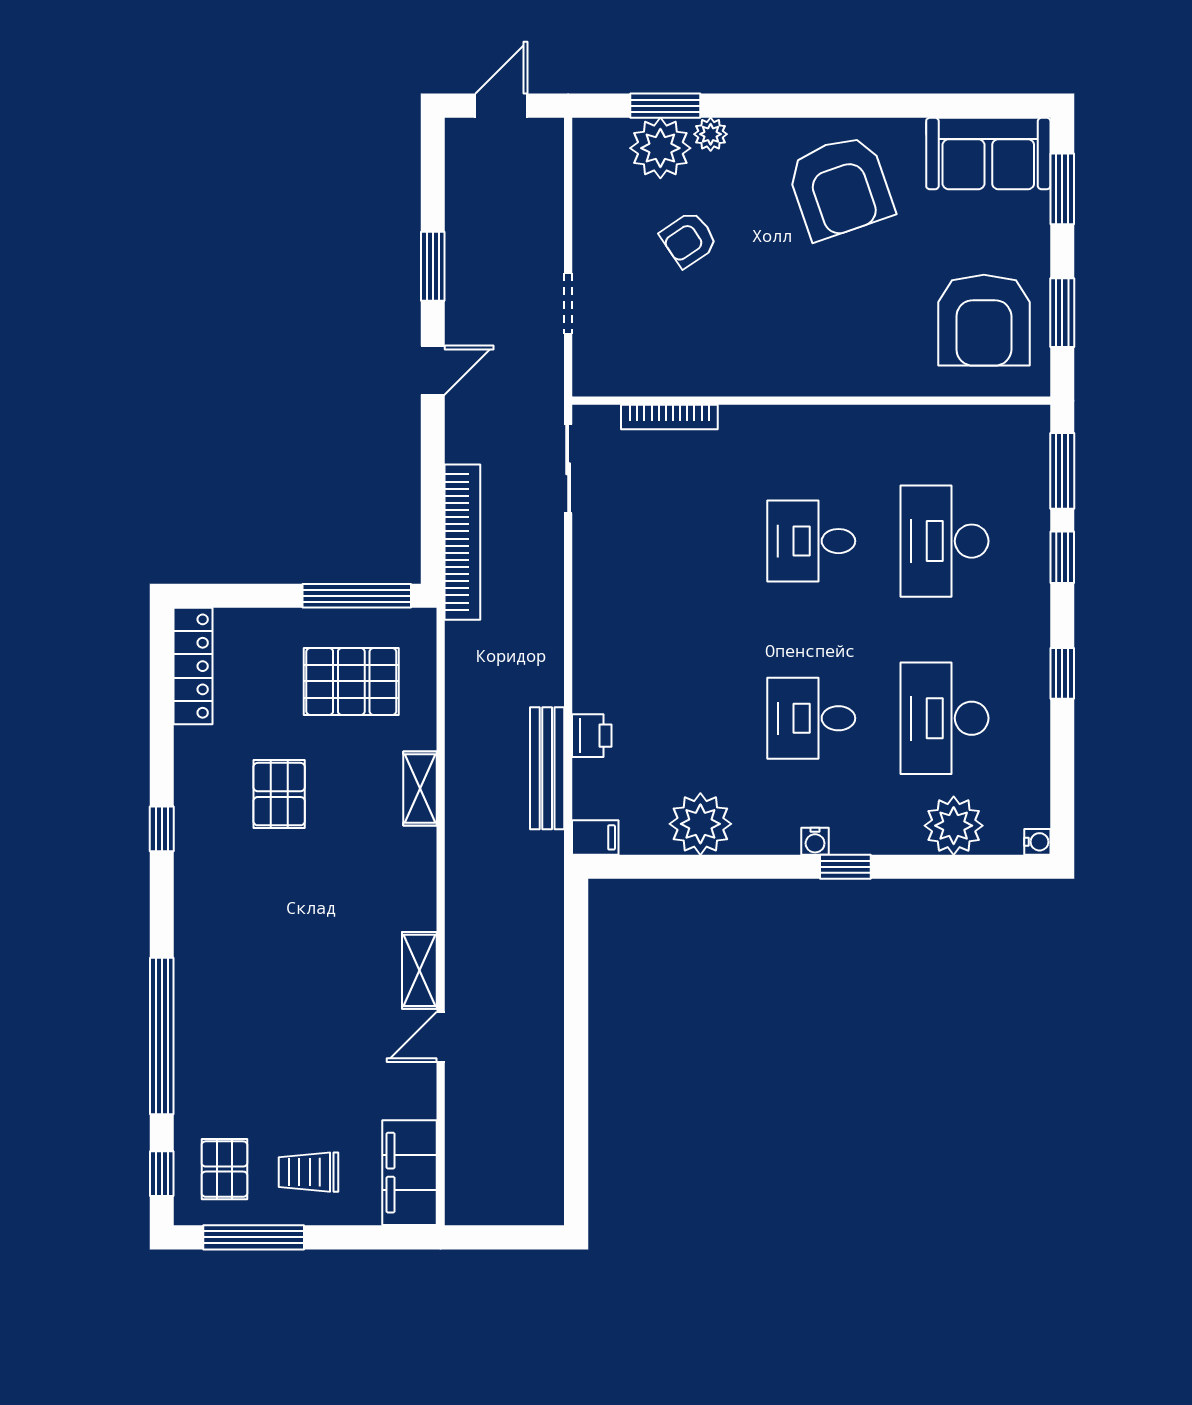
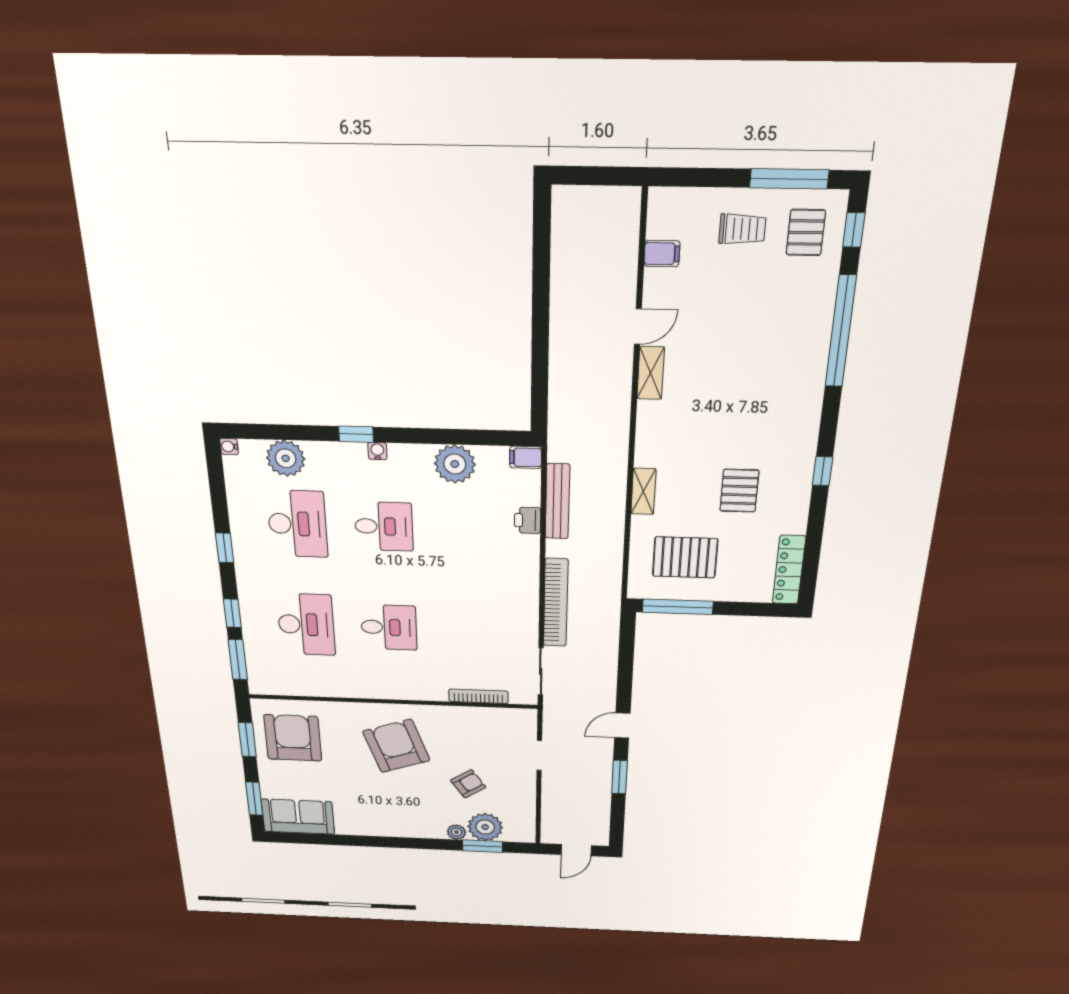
armchair: (840, 187) -> (396, 746), moved
bookcase: (462, 542) -> (556, 603), moved, turned 180
filing cabinet: (410, 1173) -> (662, 254), width x0.33, depth x0.86

